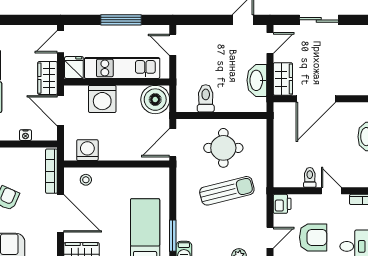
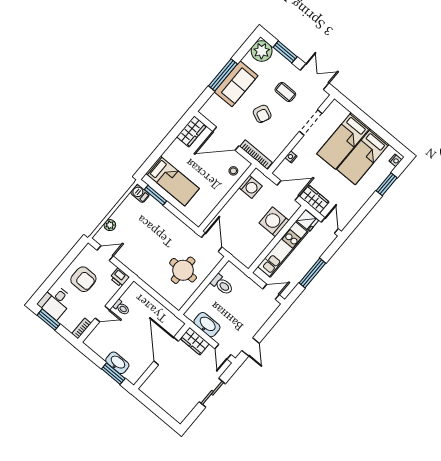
boiler: (155, 100) -> (247, 253), removed
sun lounger: (227, 191) -> (155, 251), removed
armchair: (313, 237) -> (83, 279), turned -90
door: (270, 238) -> (105, 253), swing flipped

